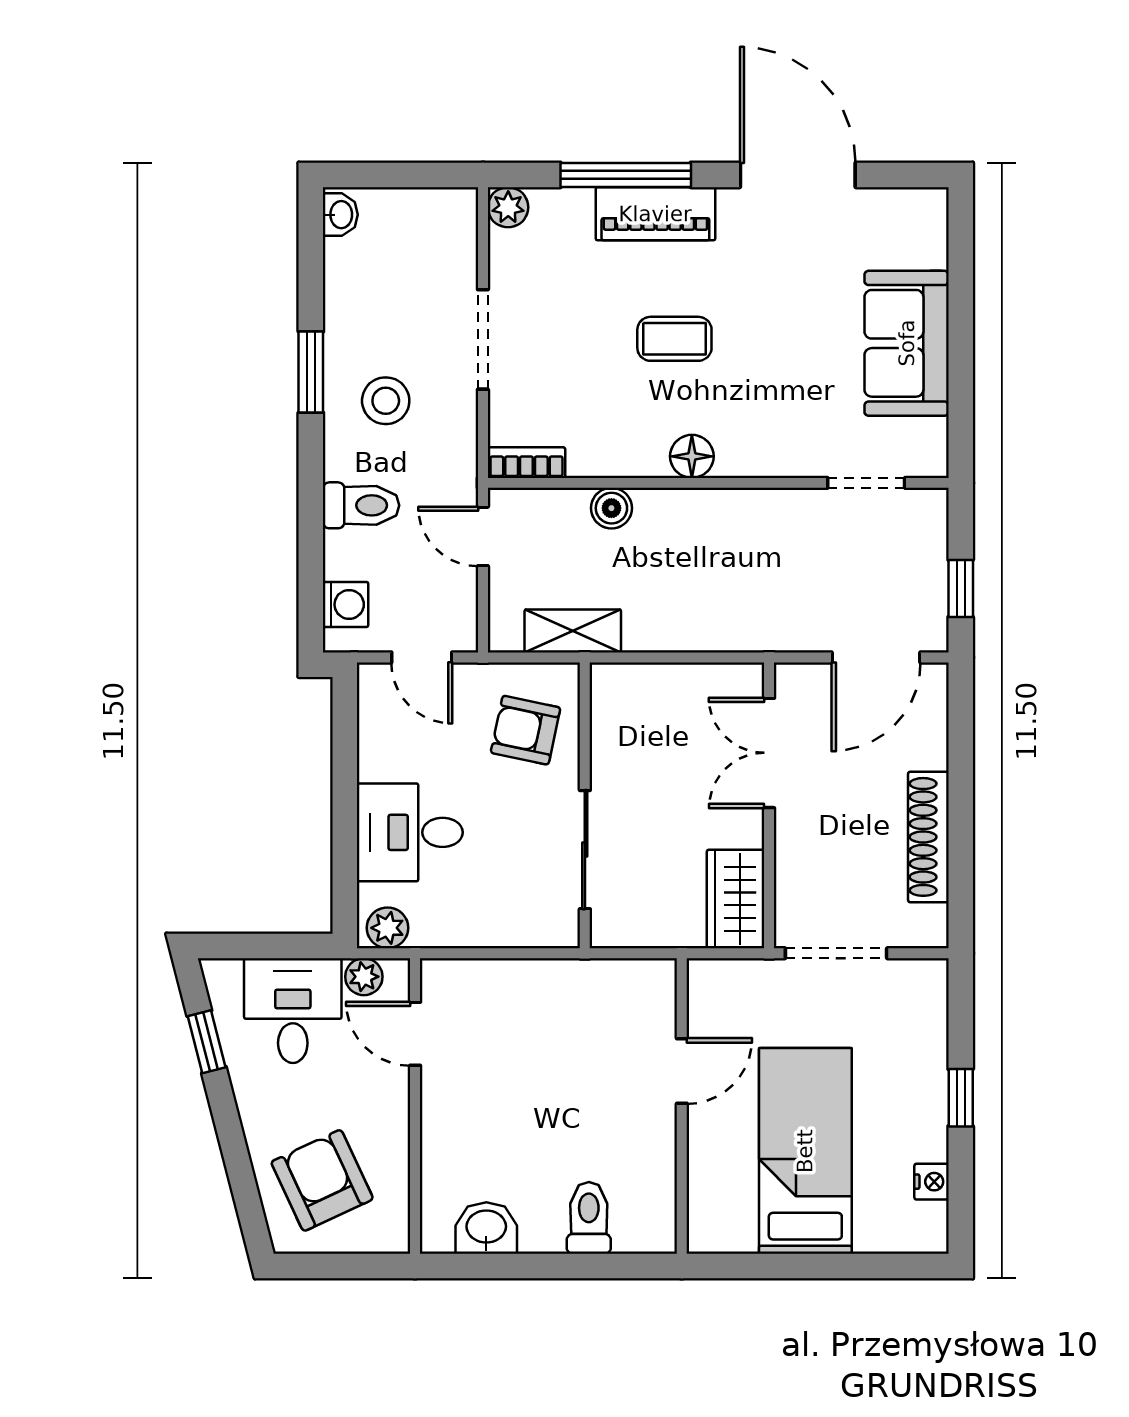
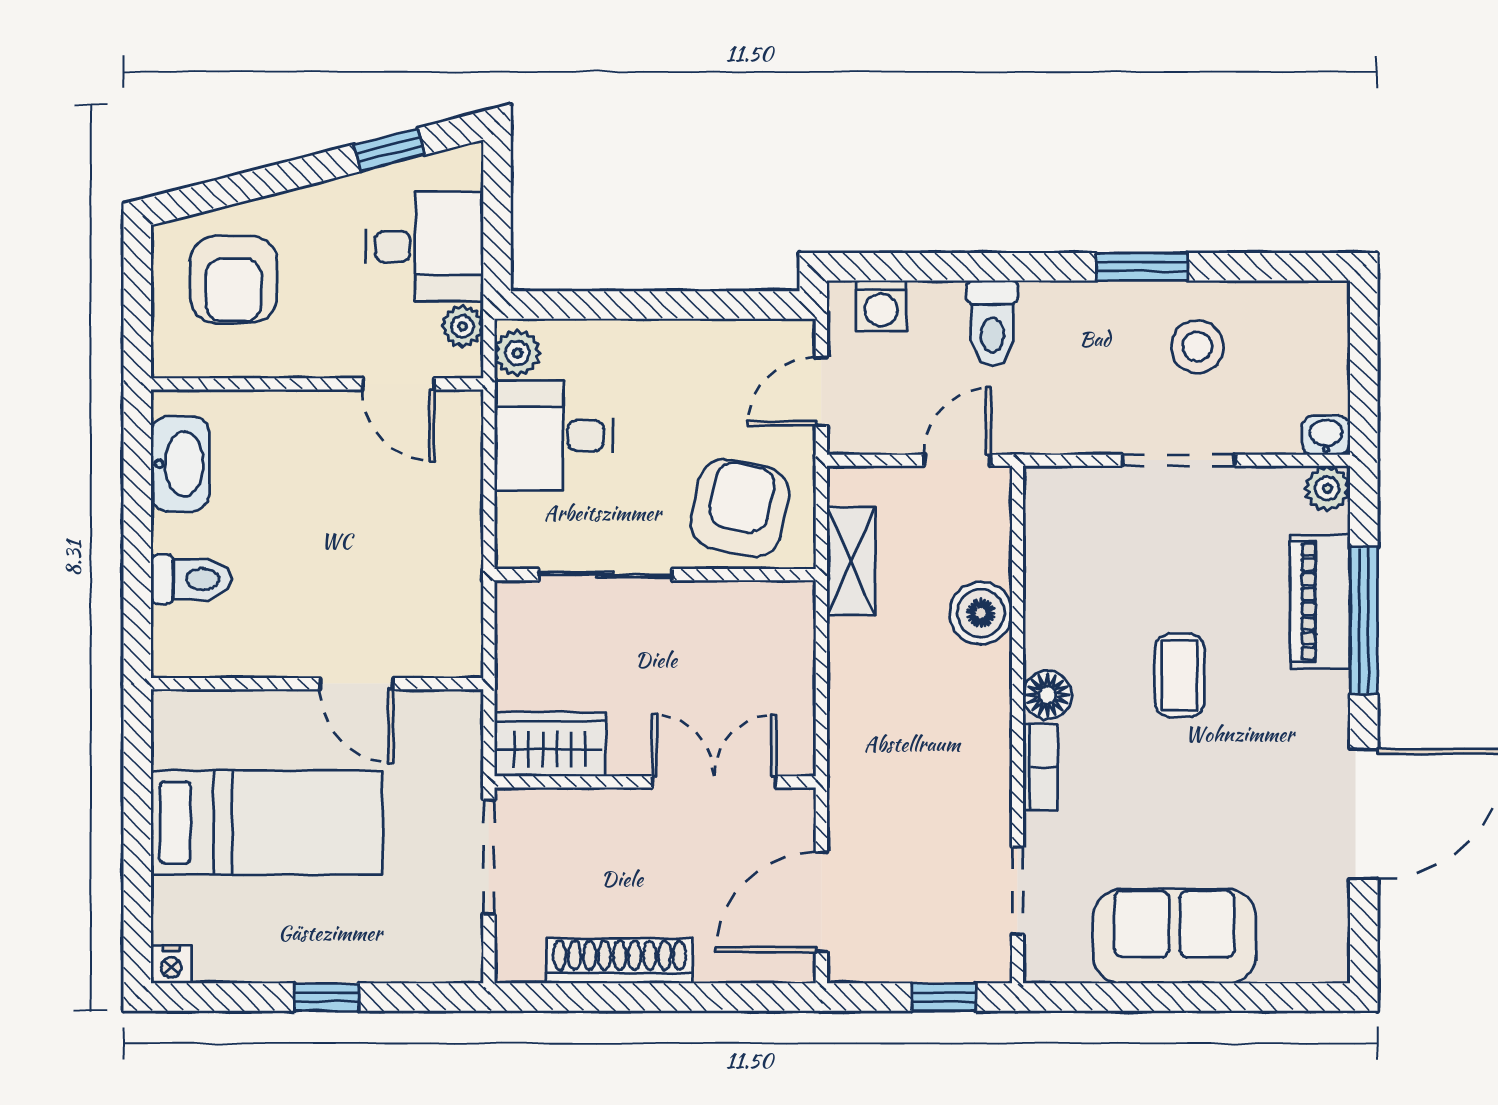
piano: (655, 214) -> (1320, 602), moved
washbasin: (340, 215) -> (1326, 435), moved, turned 180
stool: (386, 401) -> (1197, 347), moved
bookcase: (526, 463) -> (1040, 767), moved
boiler: (611, 508) -> (981, 613), width x1.36, depth x1.36
window: (961, 588) -> (944, 997), moved
door: (876, 657) -> (821, 902), hinge flipped
armchair: (526, 730) -> (740, 508), width x1.38, depth x1.38
desk: (410, 832) -> (554, 436), moved, turned -90
door: (415, 1034) -> (398, 384), swing flipped
armchair: (322, 1180) -> (234, 279), turned 115
nightstand: (932, 1182) -> (171, 964), moved
washbasin: (486, 1228) -> (180, 464), width x1.38

